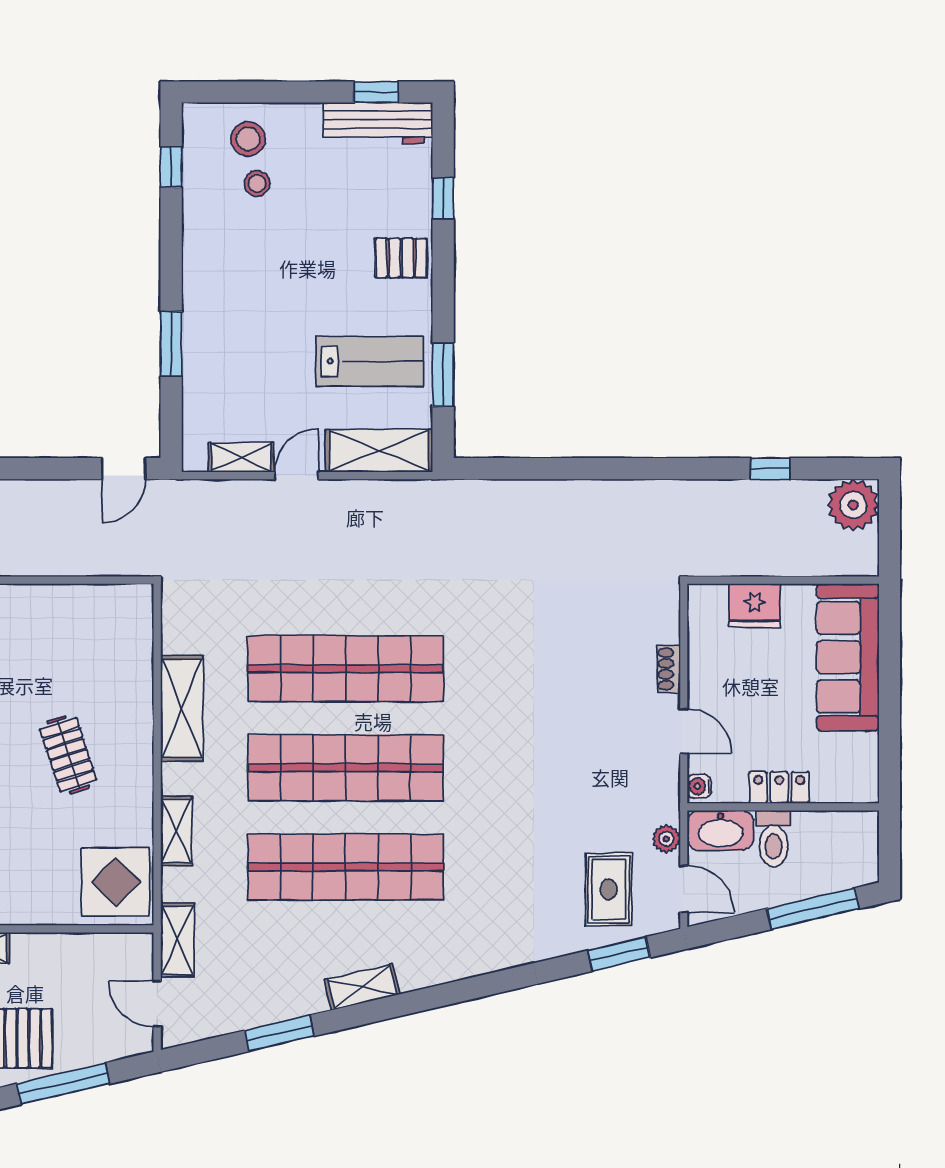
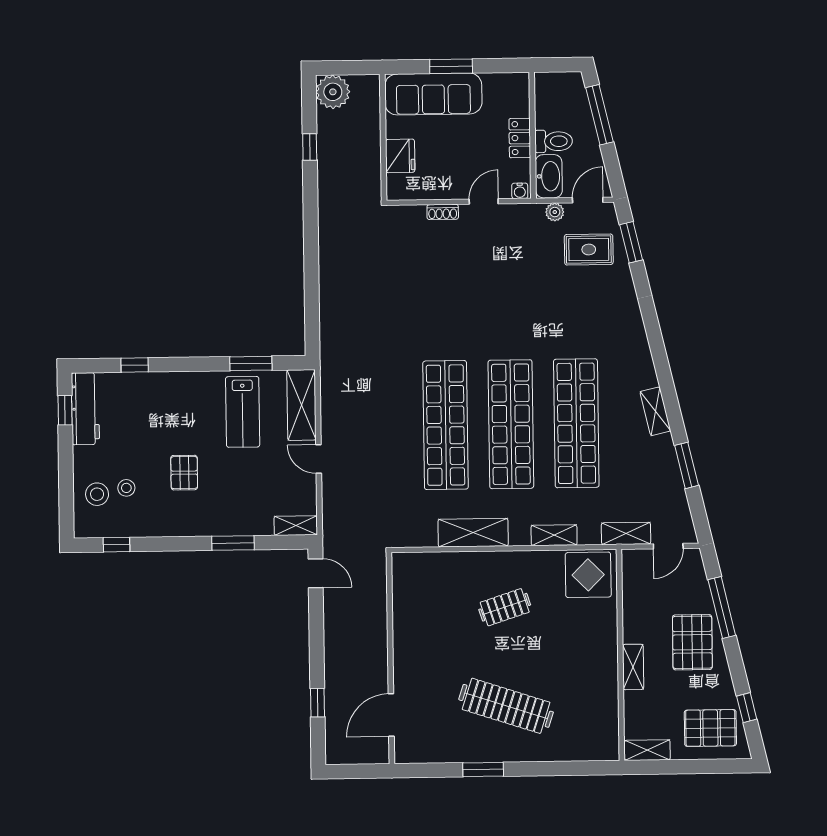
pallet: (401, 258) -> (184, 473), moved
lab bench: (370, 361) -> (243, 412), turned 180
shelving: (241, 457) -> (296, 526), moved, turned 90
window: (889, 685) -> (451, 66), added

